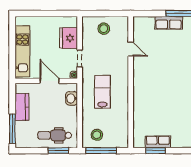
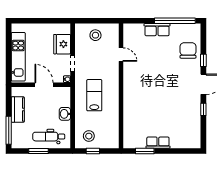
washbasin: (72, 98) -> (65, 114), moved
row of seats: (158, 142) -> (158, 143), moved
window: (59, 151) -> (39, 151), moved
window: (101, 151) -> (93, 151), width x0.46

